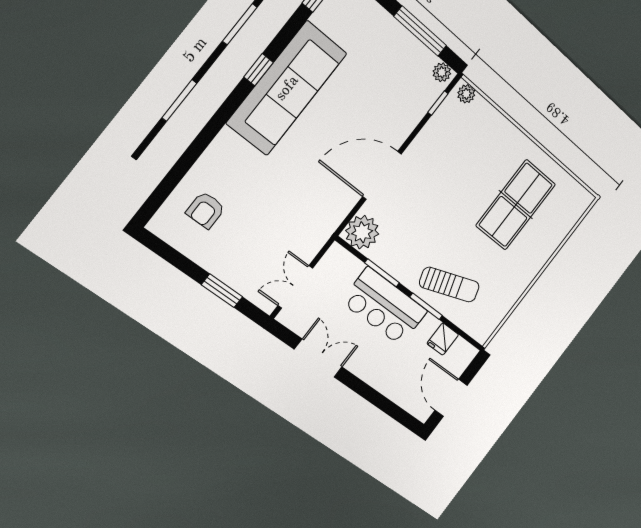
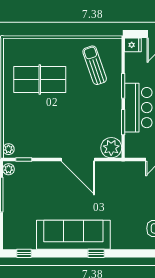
window: (259, 70) -> (96, 253), moved
sun lounger: (449, 285) -> (95, 65), moved
fridge: (443, 339) -> (133, 45), moved

